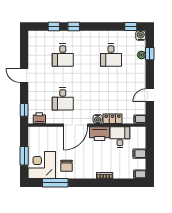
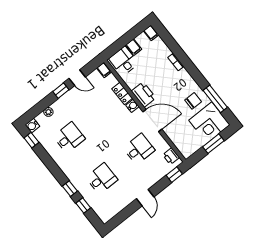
window: (150, 54) -> (61, 91), moved
desk: (120, 137) -> (124, 61), moved, turned 90

